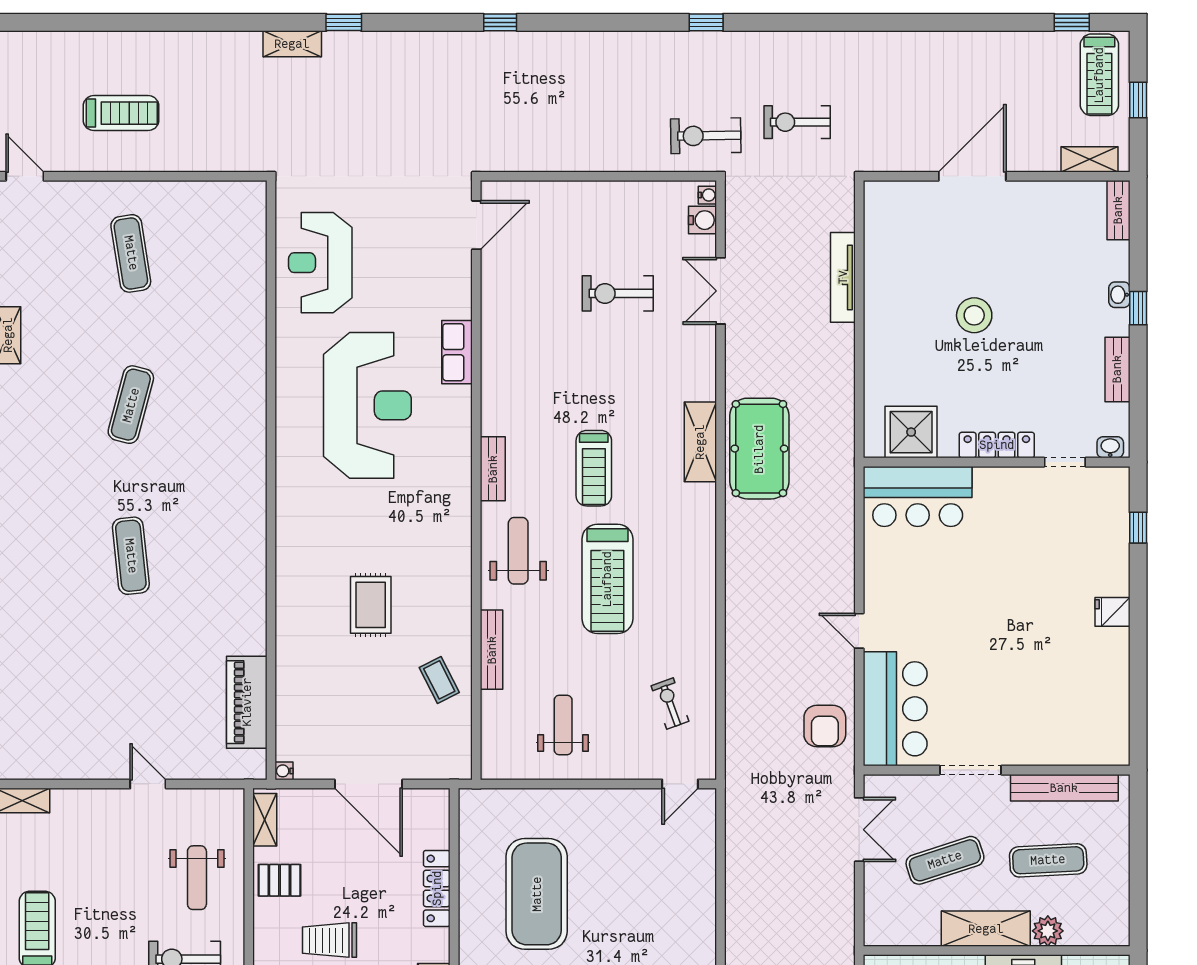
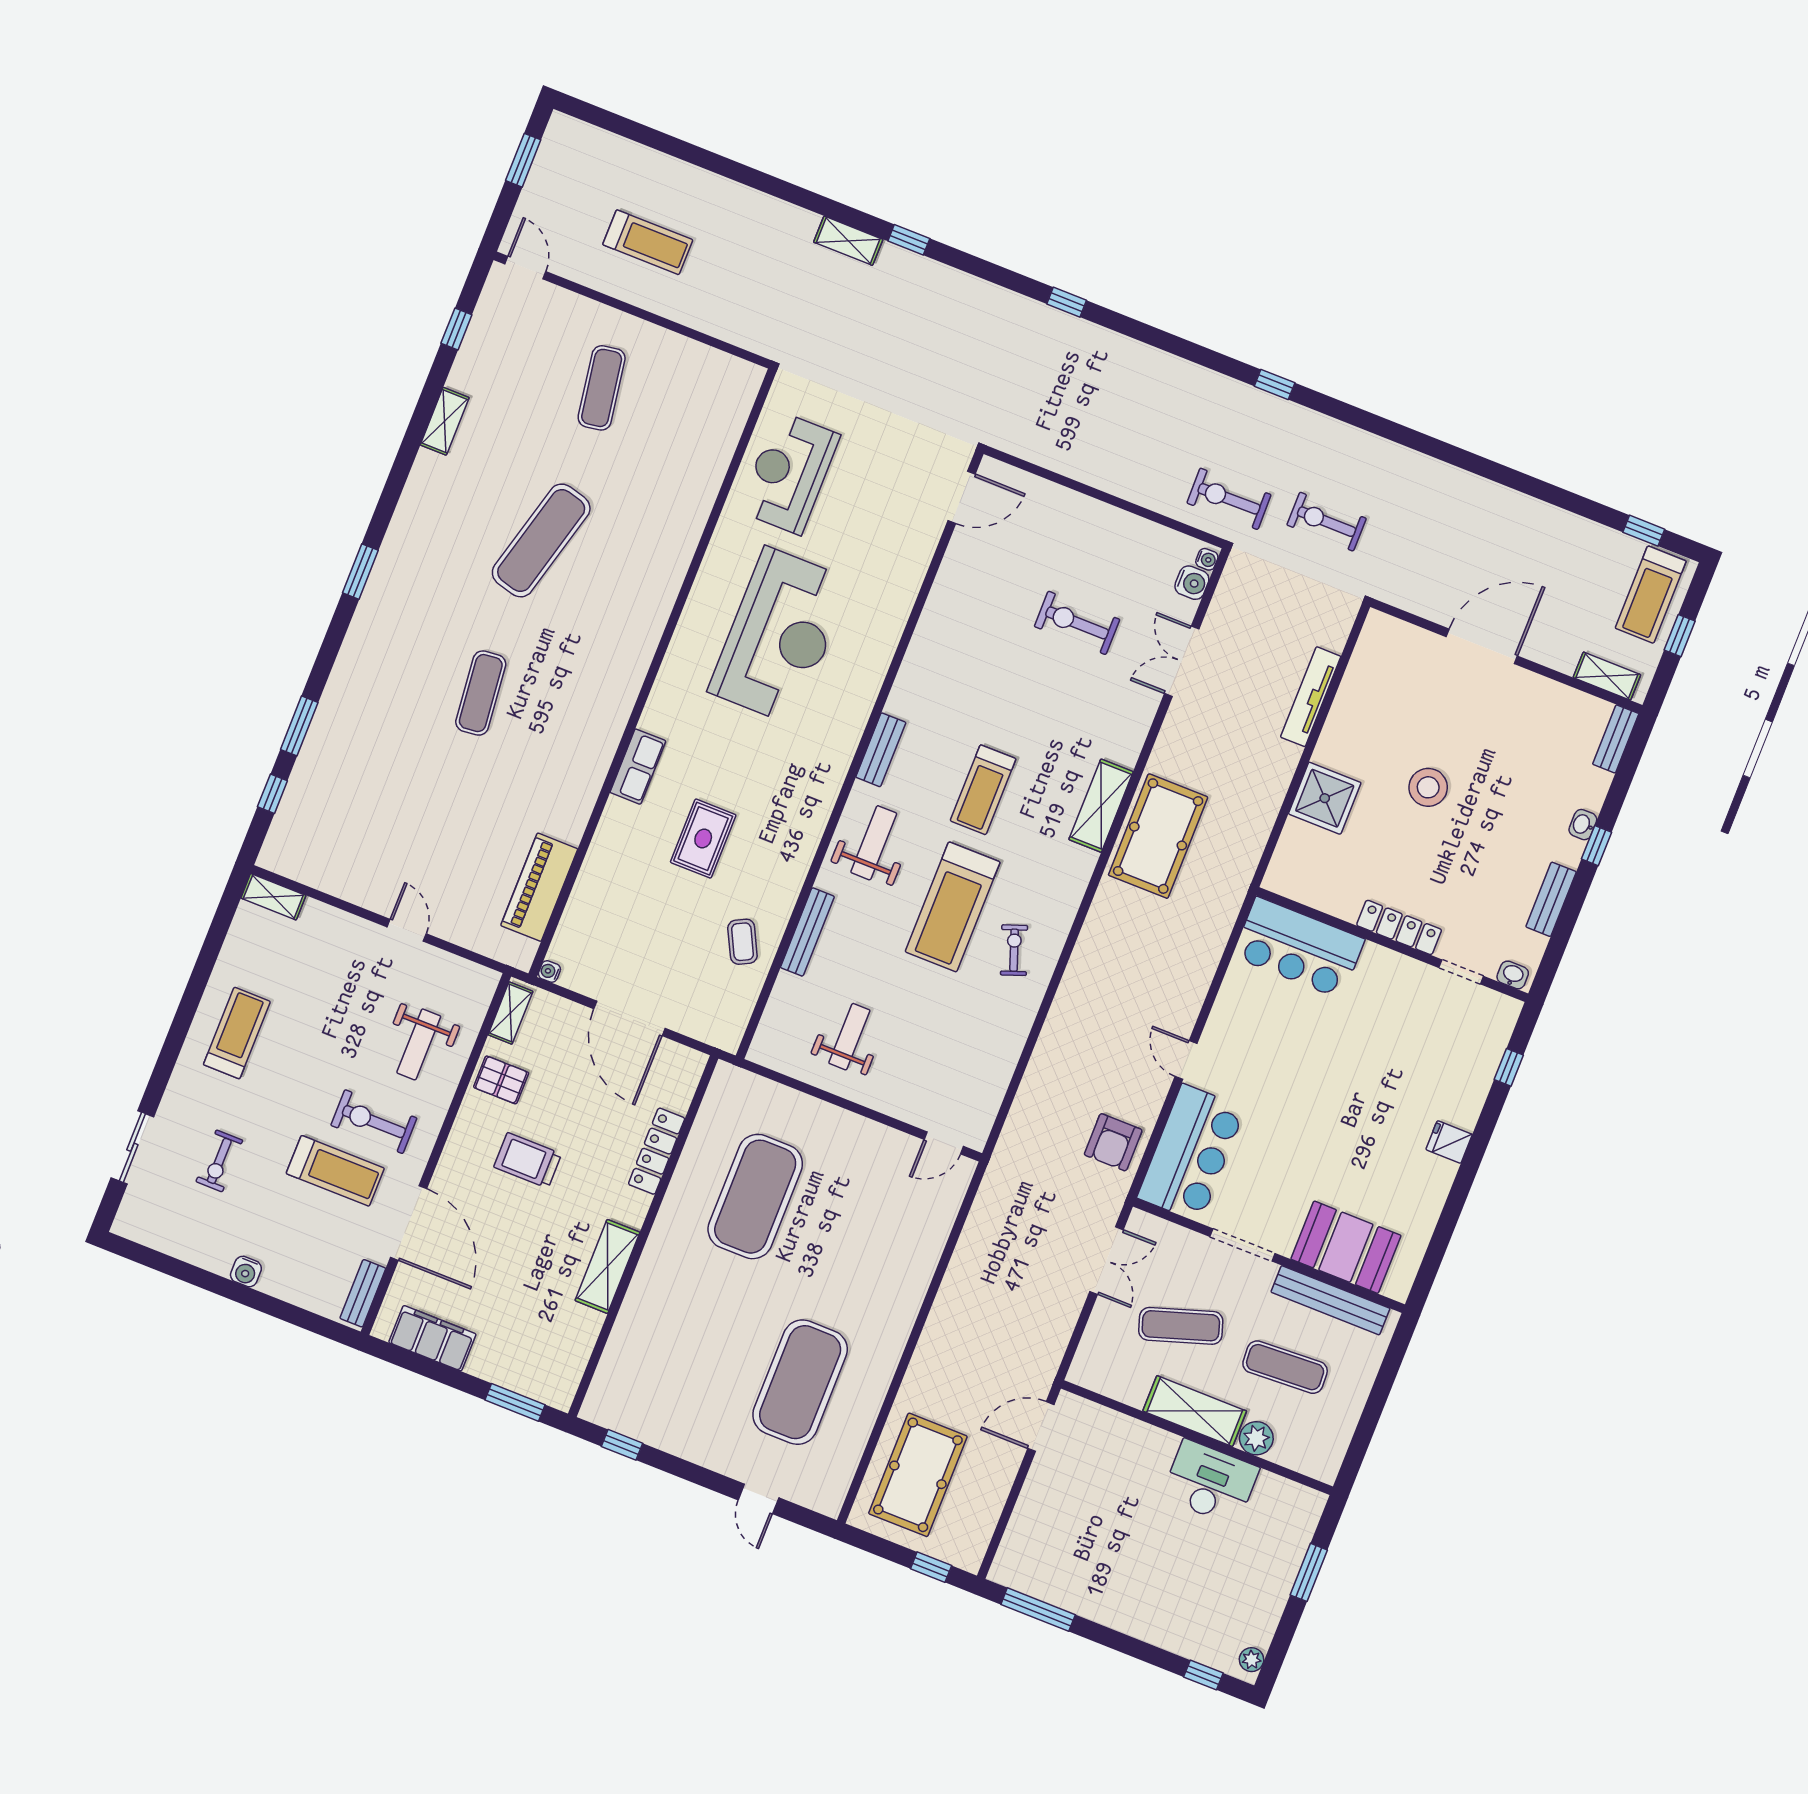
row of seats: (457, 352) -> (638, 767), moved, turned 180
exercise mat: (131, 405) -> (541, 540), width x1.36, depth x1.45
shower: (911, 432) -> (1325, 798), moved
exercise bike: (670, 704) -> (1014, 950), moved
booth: (1060, 737) -> (1346, 1247), added

